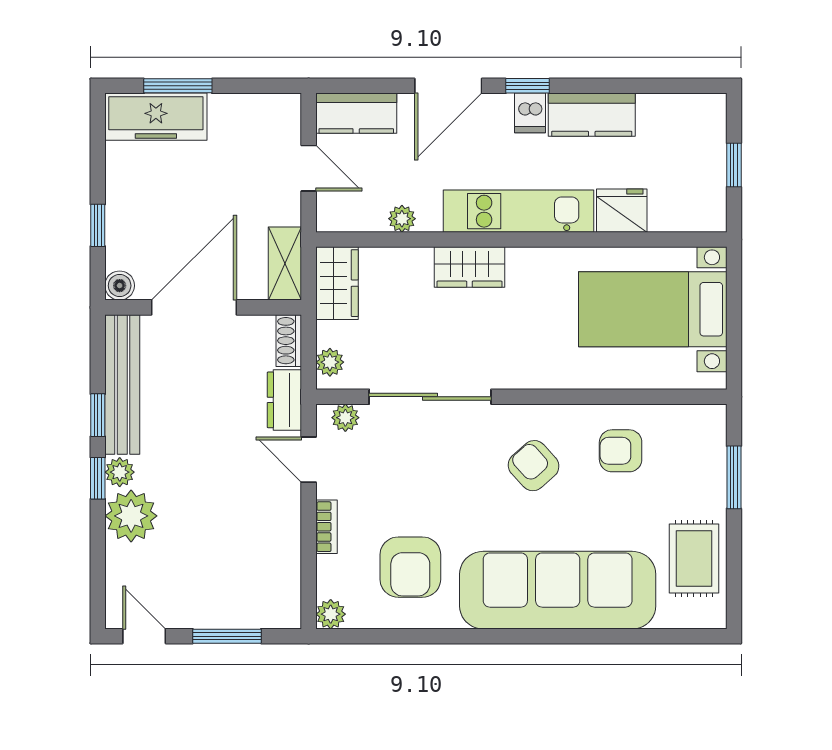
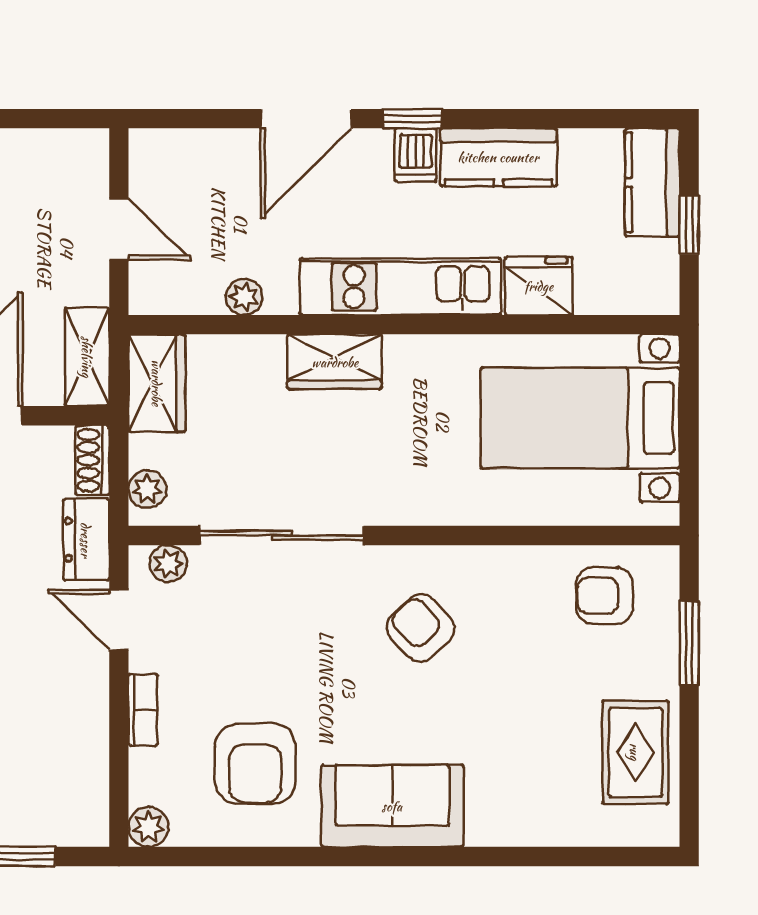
kitchen counter: (356, 113) -> (652, 182), moved, turned 90
armchair: (621, 451) -> (604, 596), moved
sofa: (558, 590) -> (392, 806), width x0.54, depth x0.79

